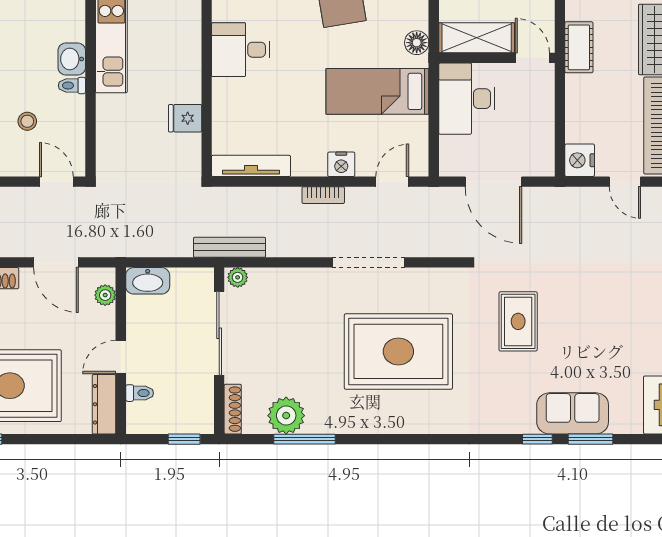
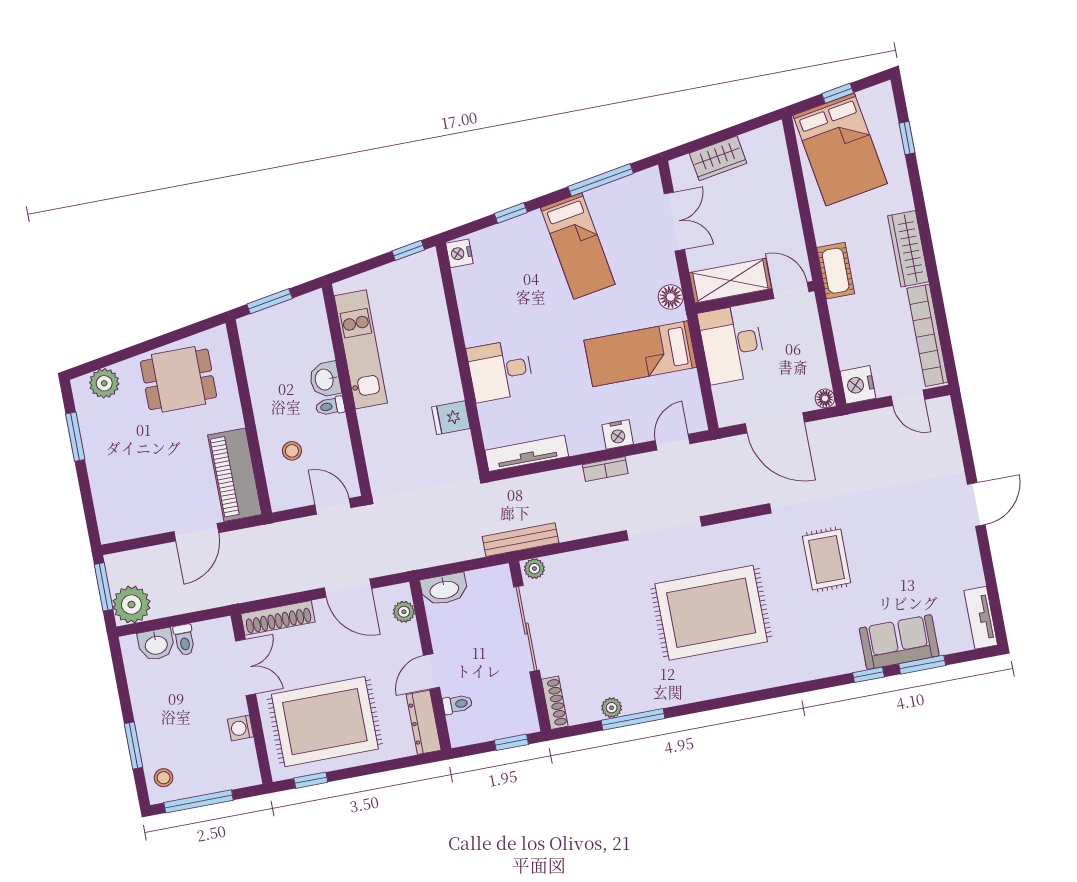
desk: (241, 50) -> (500, 371), moved
floor lamp: (546, 167) -> (825, 398), added
plant: (286, 416) -> (612, 708), width x0.53, depth x0.53

